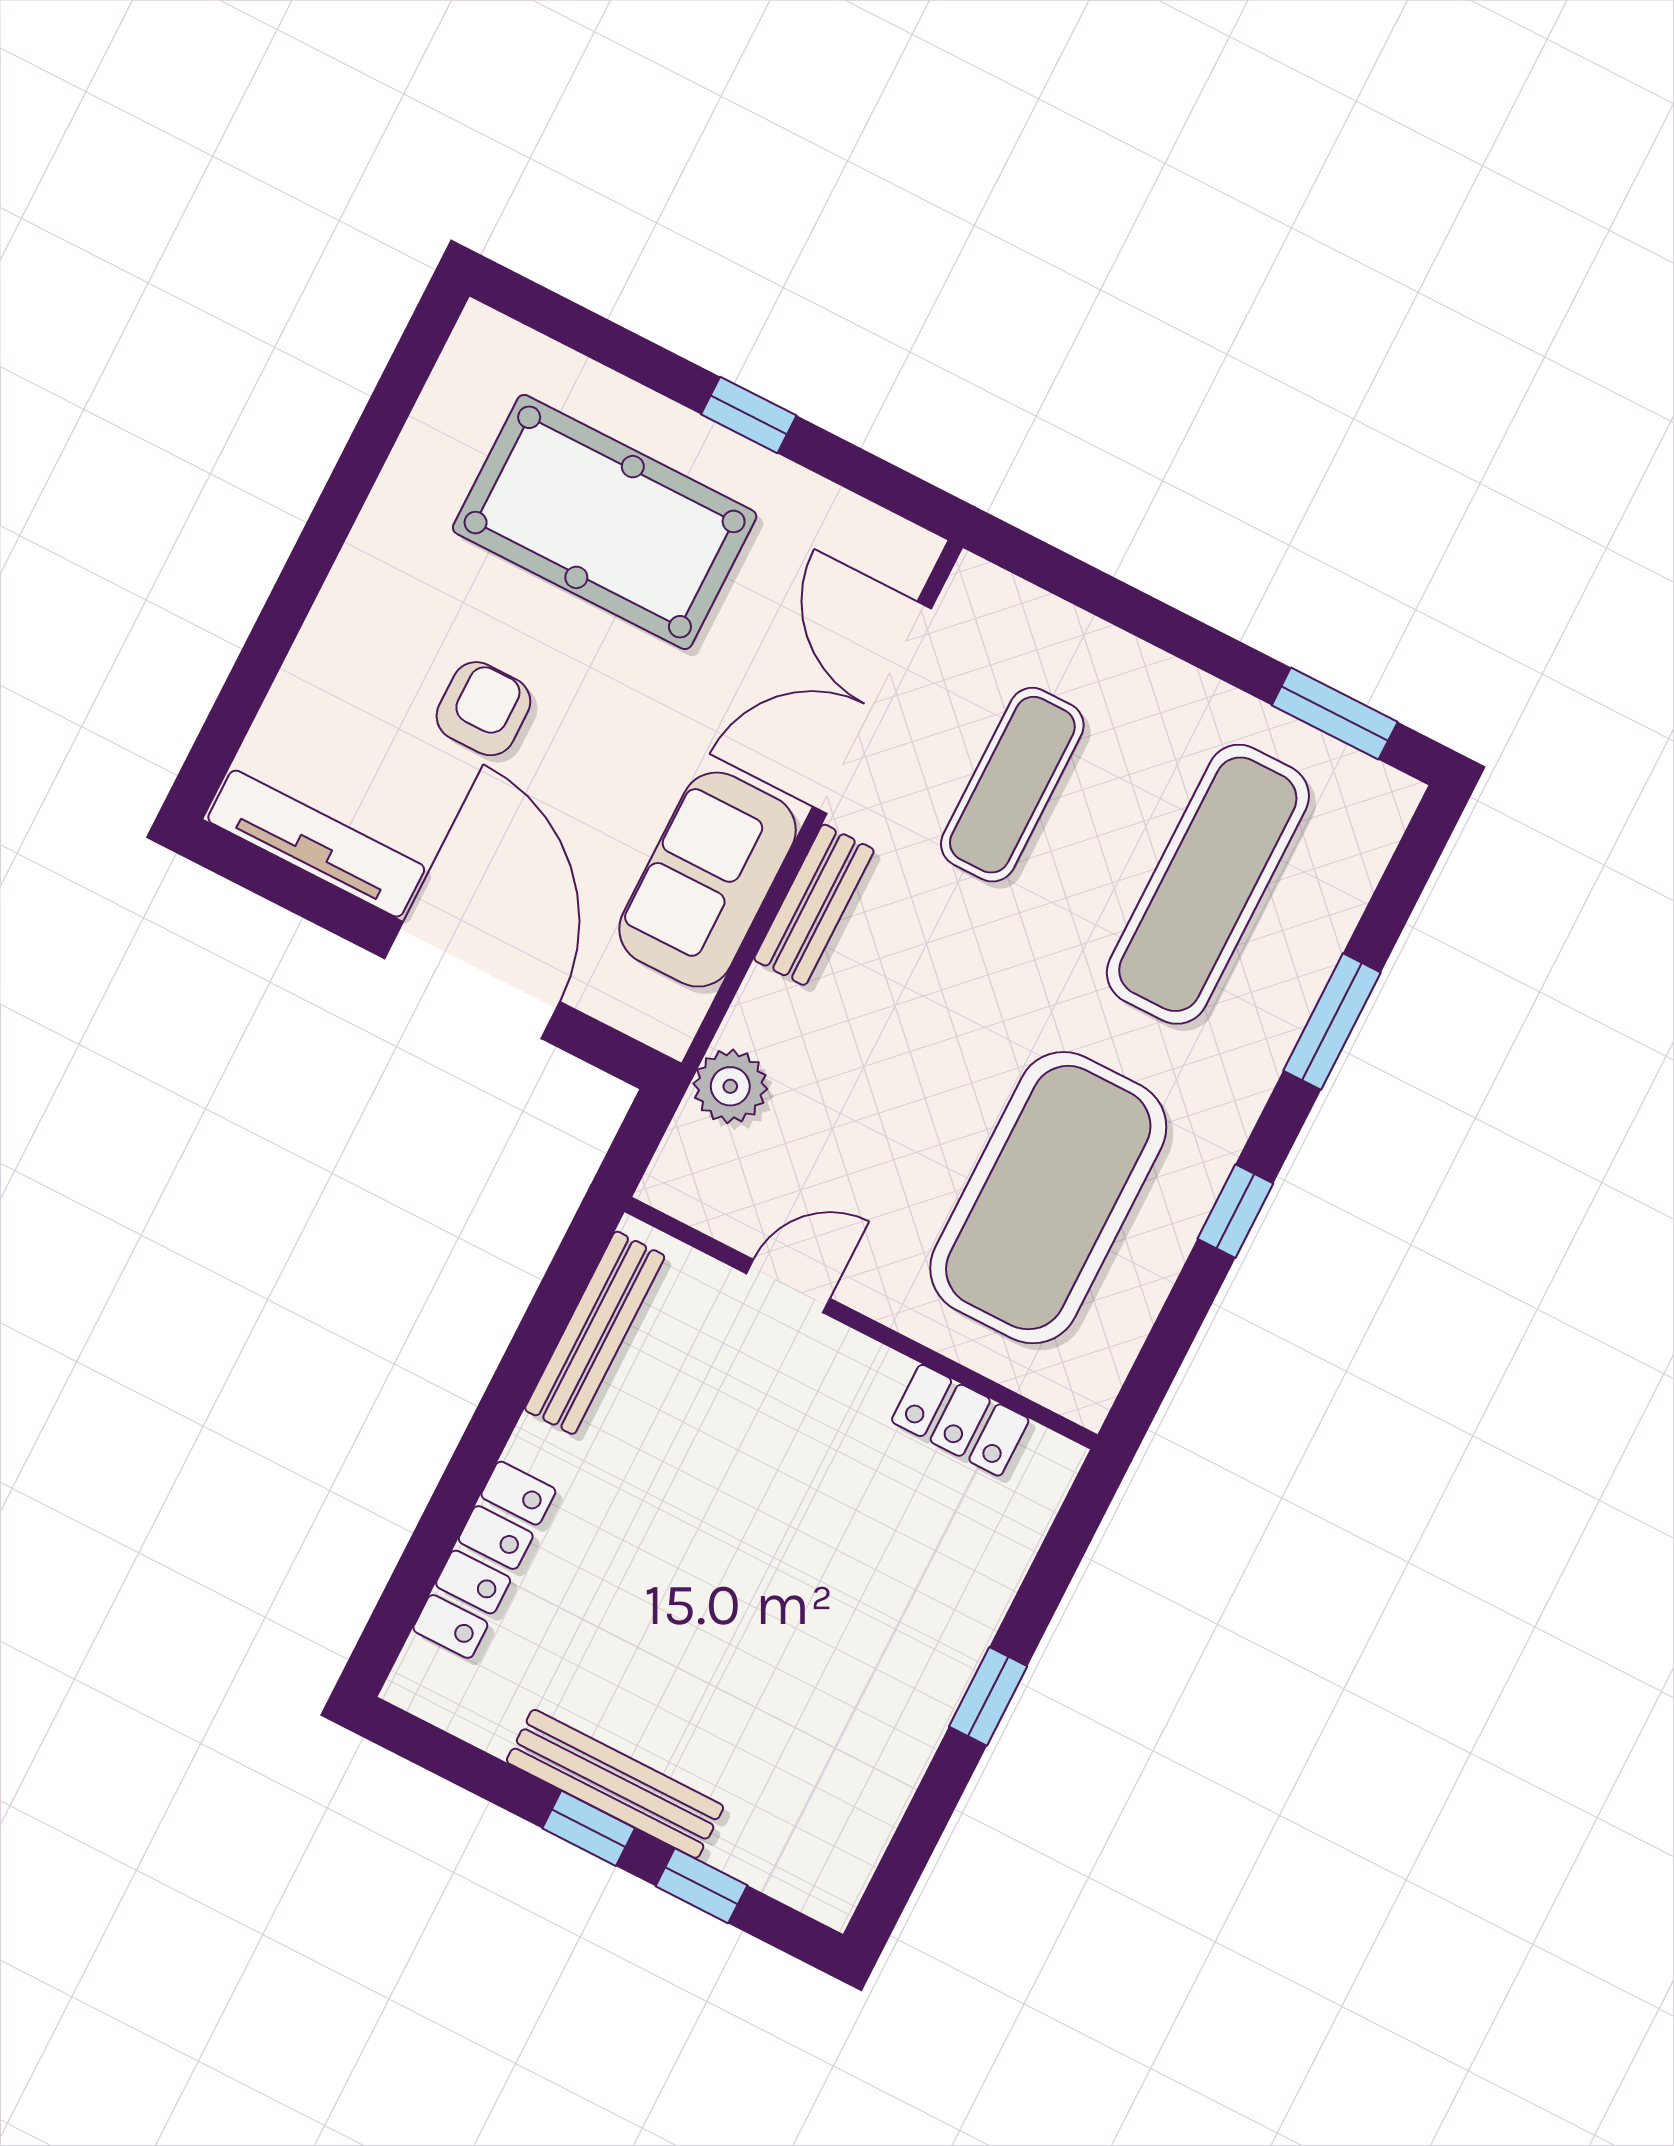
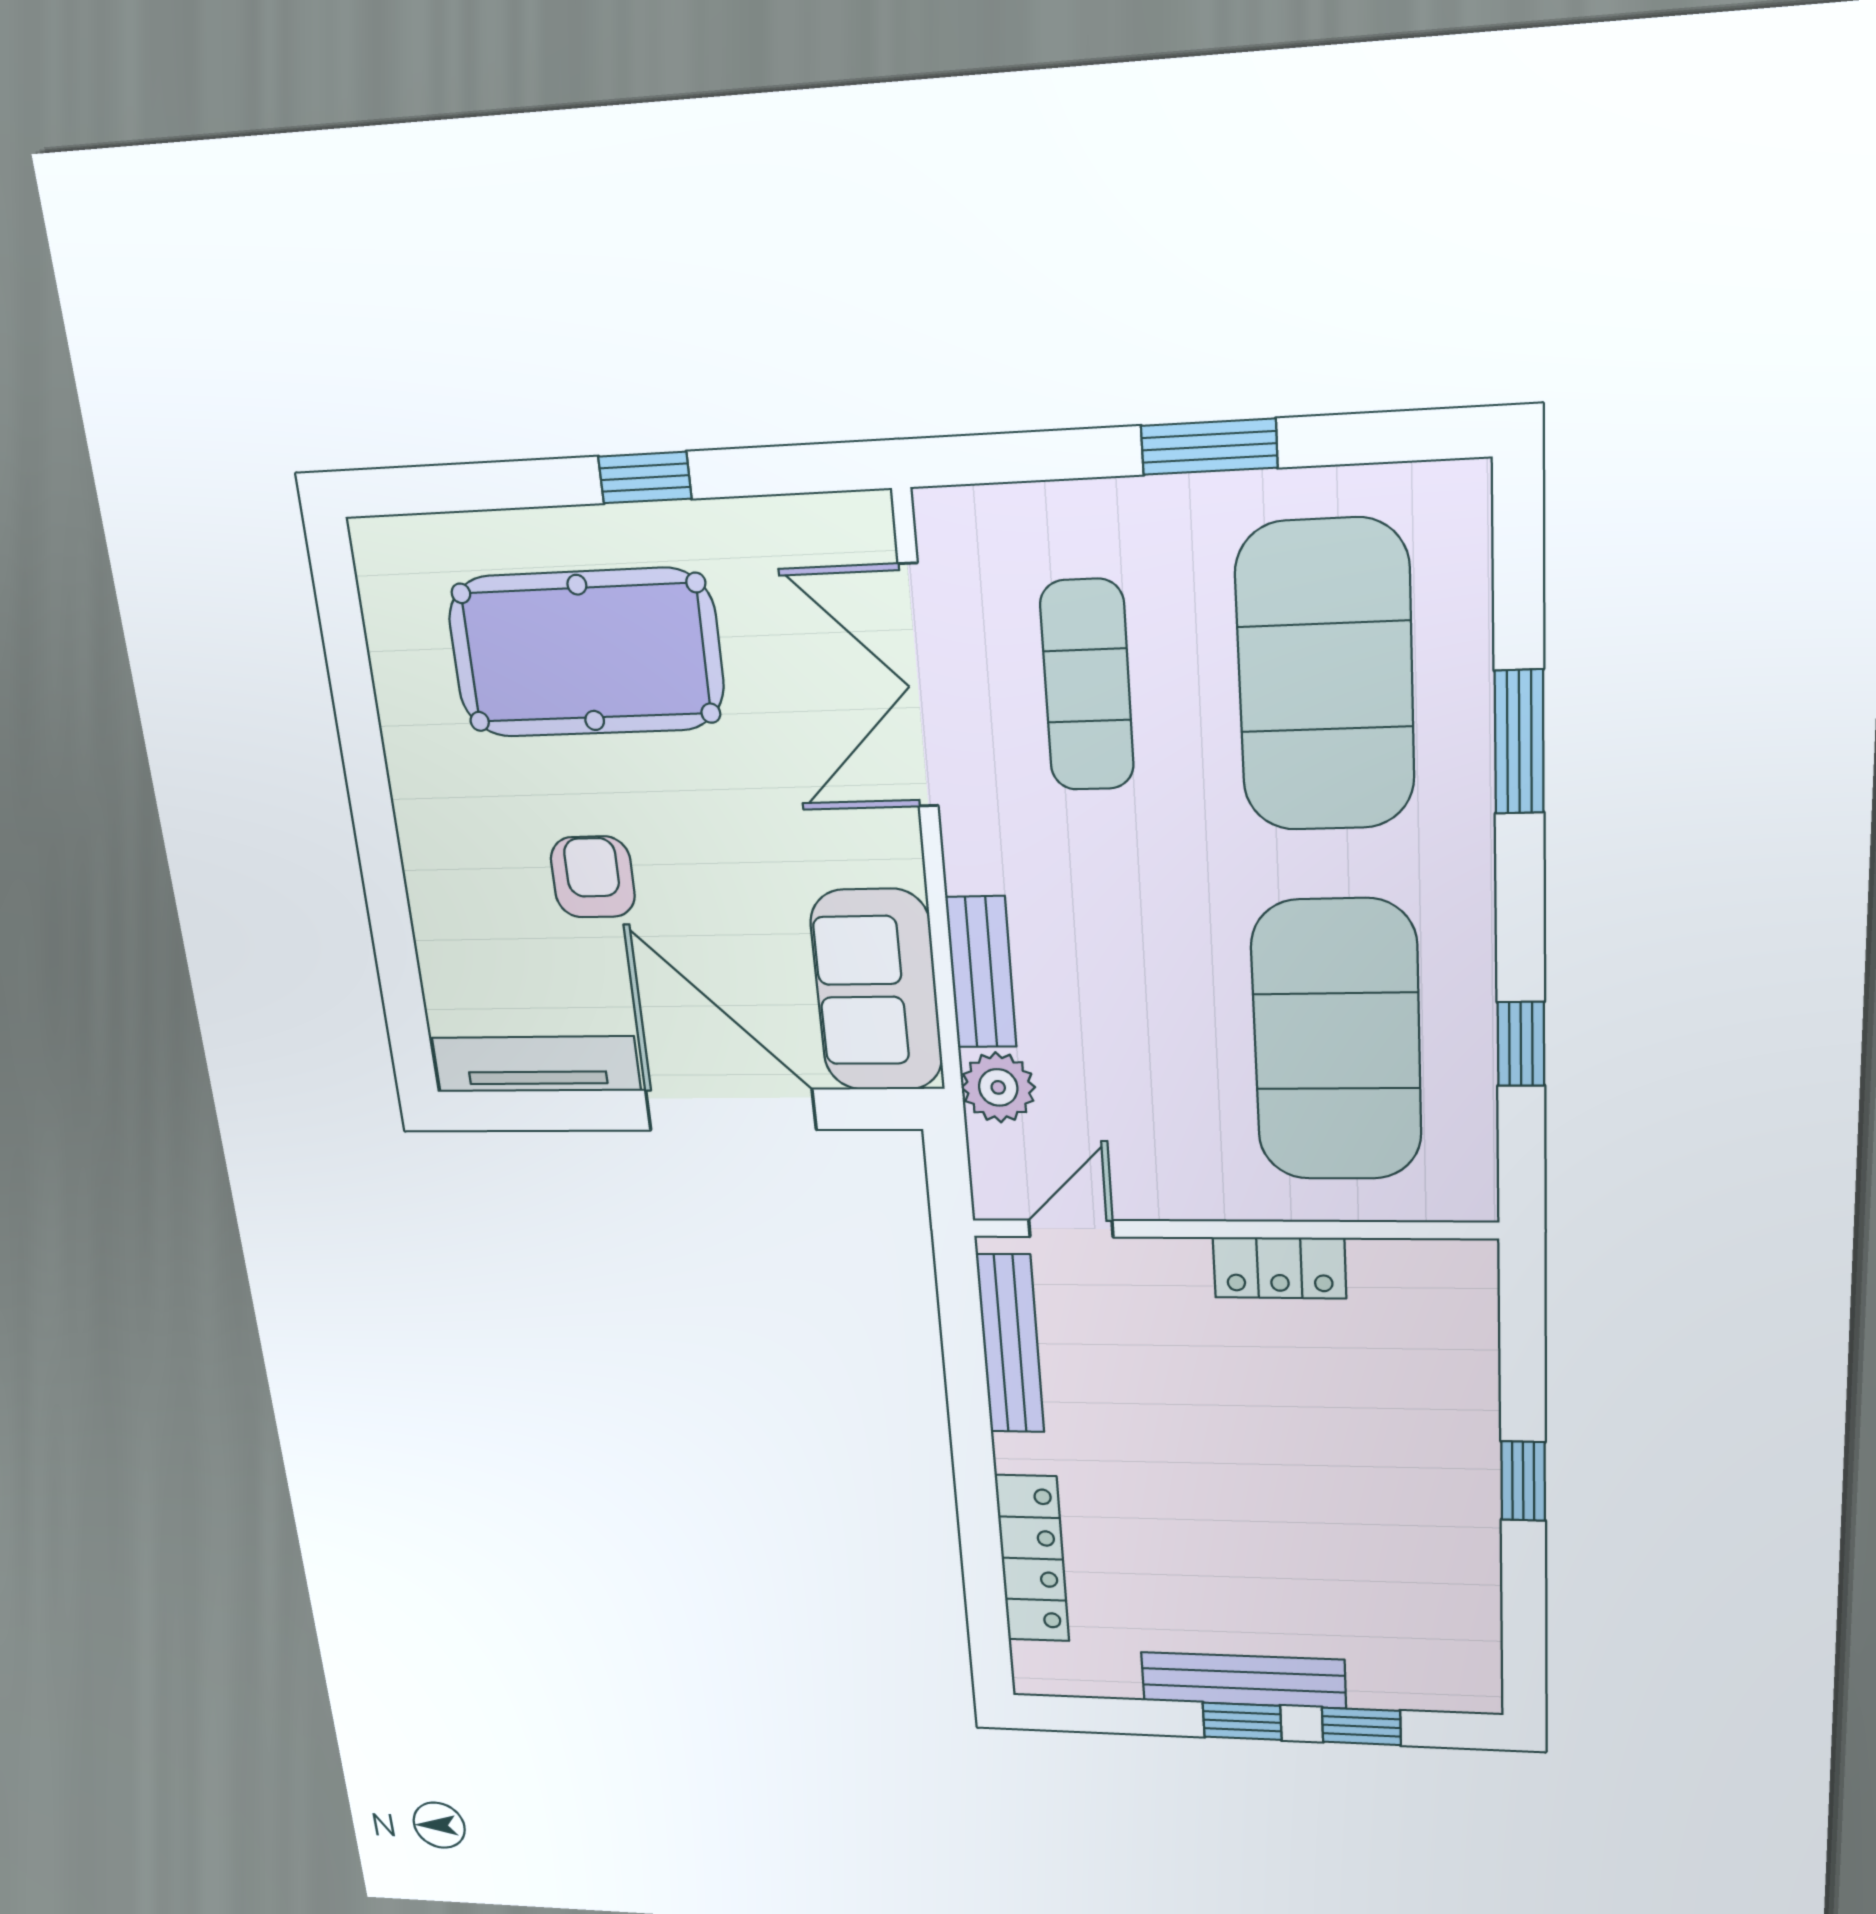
window: (1335, 714) -> (1209, 447), moved
sofa: (707, 880) -> (877, 990), moved
exercise mat: (1208, 884) -> (1325, 677), width x1.47
bench: (814, 905) -> (981, 972), moved
window: (1235, 1211) -> (1521, 1044), moved
door: (788, 1286) -> (1071, 1229), moved
locker: (960, 1420) -> (1279, 1268), moved

